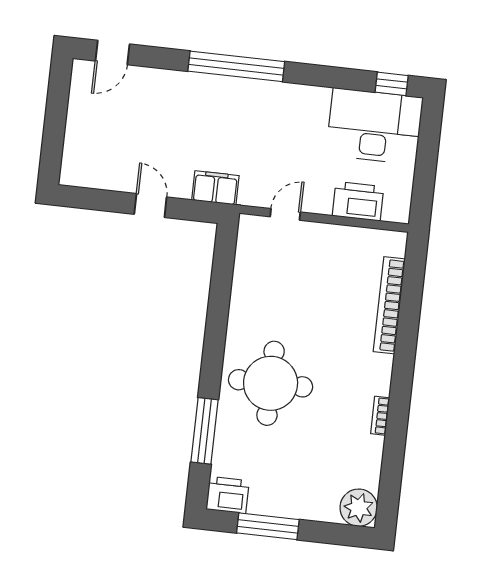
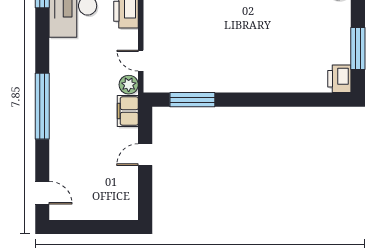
plant: (253, 193) -> (129, 85), added
round table: (271, 383) -> (259, 58), removed
window: (204, 431) -> (192, 100), moved

